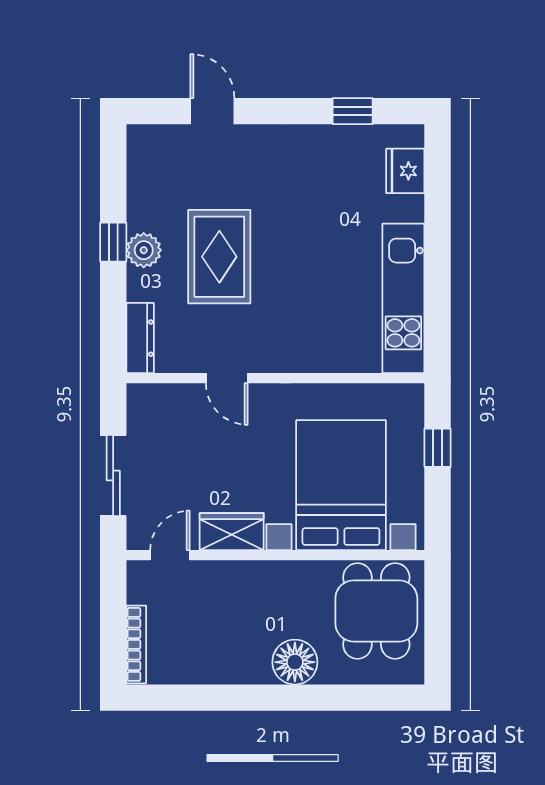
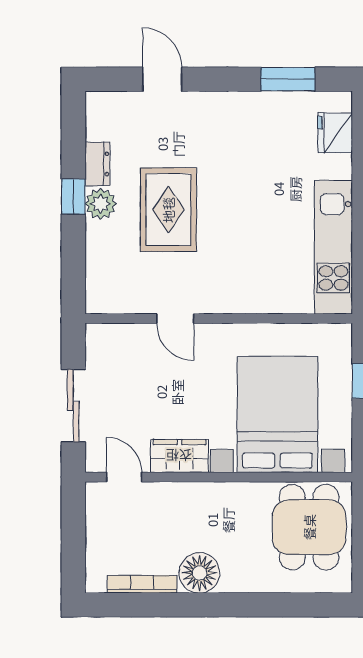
window: (353, 111) -> (288, 79), width x1.50
dresser: (140, 338) -> (97, 164), moved, width x0.70
door: (170, 555) -> (124, 477), hinge flipped
bookcase: (136, 644) -> (142, 584), moved, turned -90
floor lamp: (295, 662) -> (199, 573), moved

